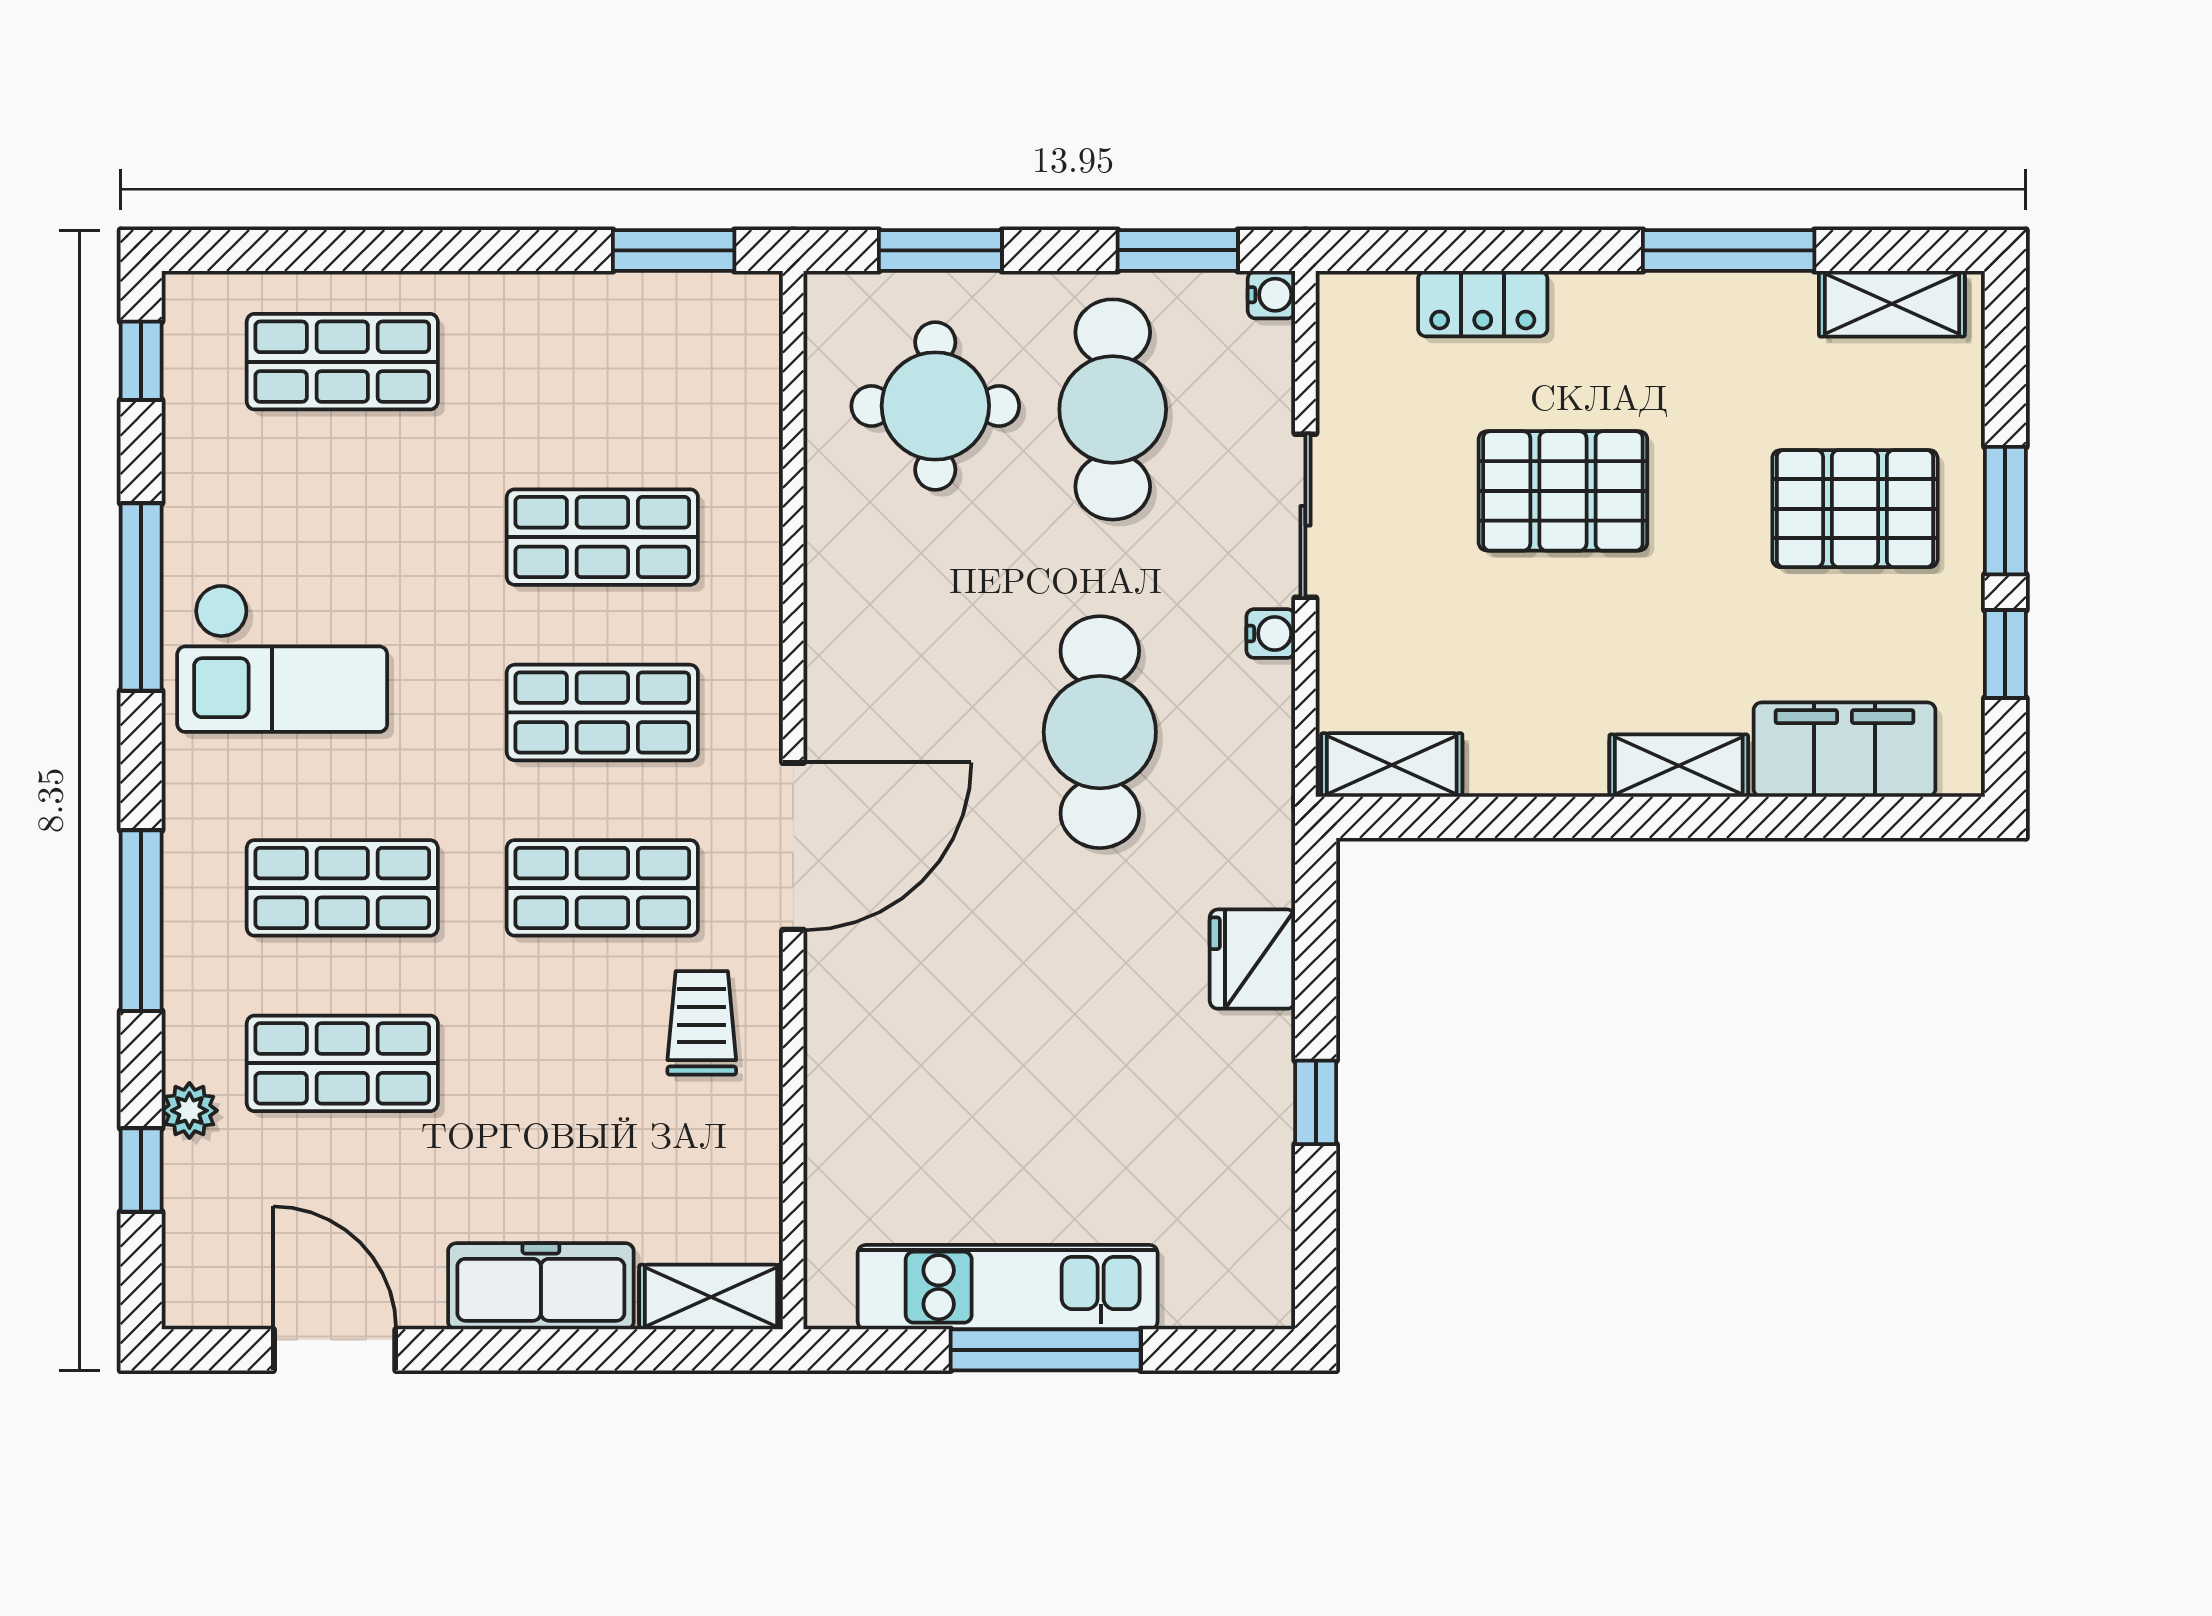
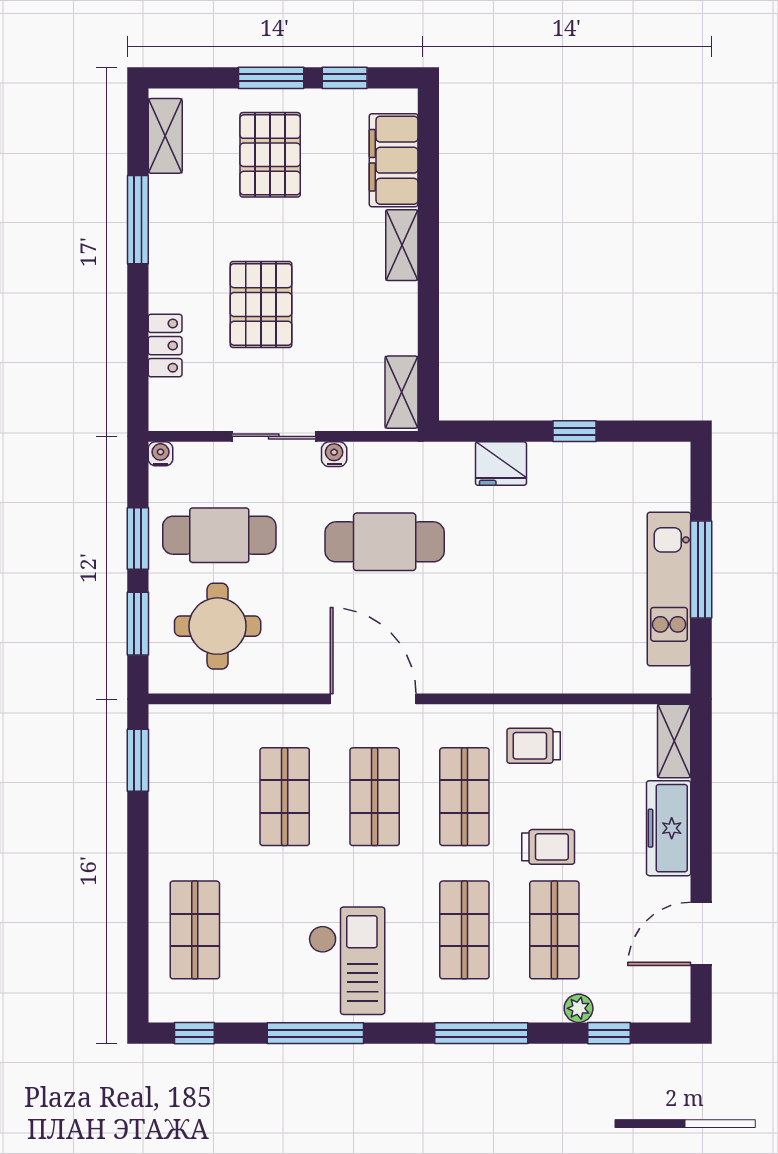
window: (1178, 250) -> (138, 539), moved
door: (793, 846) -> (373, 699), moved
trolley: (504, 1051) -> (548, 847), added

